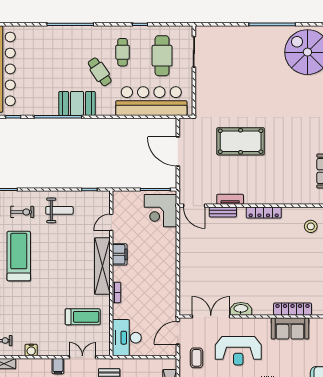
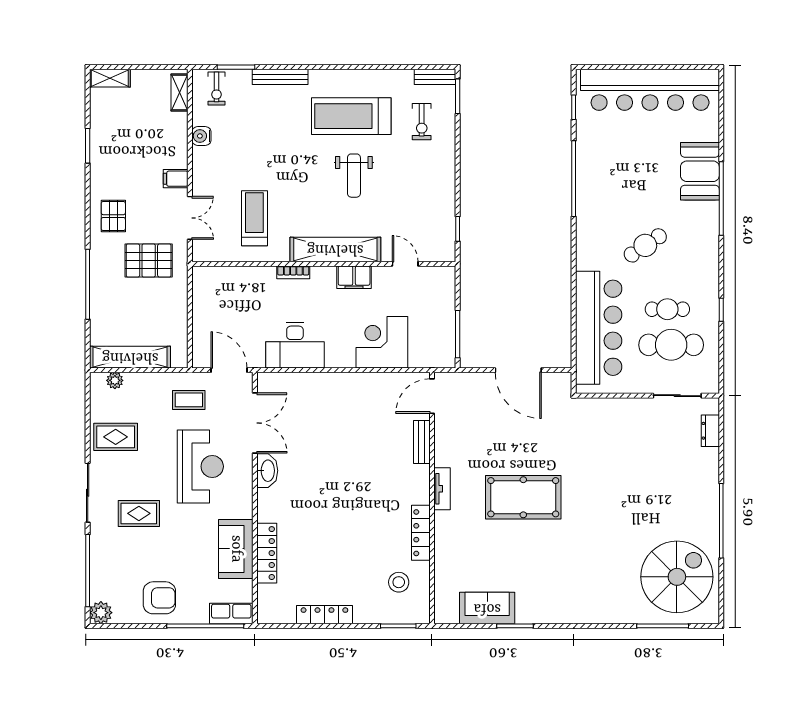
dresser: (216, 31) -> (710, 431), added
cafe table: (123, 52) -> (667, 309), moved
booth: (77, 103) -> (700, 171), moved
pool table: (241, 141) -> (523, 497), moved, turned 90
door: (178, 151) -> (518, 370), swing flipped
tv unit: (230, 199) -> (442, 489), moved
weight bench: (59, 210) -> (354, 176), moved
corner desk: (160, 211) -> (382, 342), moved
locker: (264, 213) -> (421, 533), moved
treadmill: (19, 256) -> (351, 116), turned 180
treadmill: (83, 317) -> (254, 218), turned 180
desk: (127, 338) -> (295, 345), moved, turned 180
reception desk: (238, 351) -> (200, 466), turned 180

